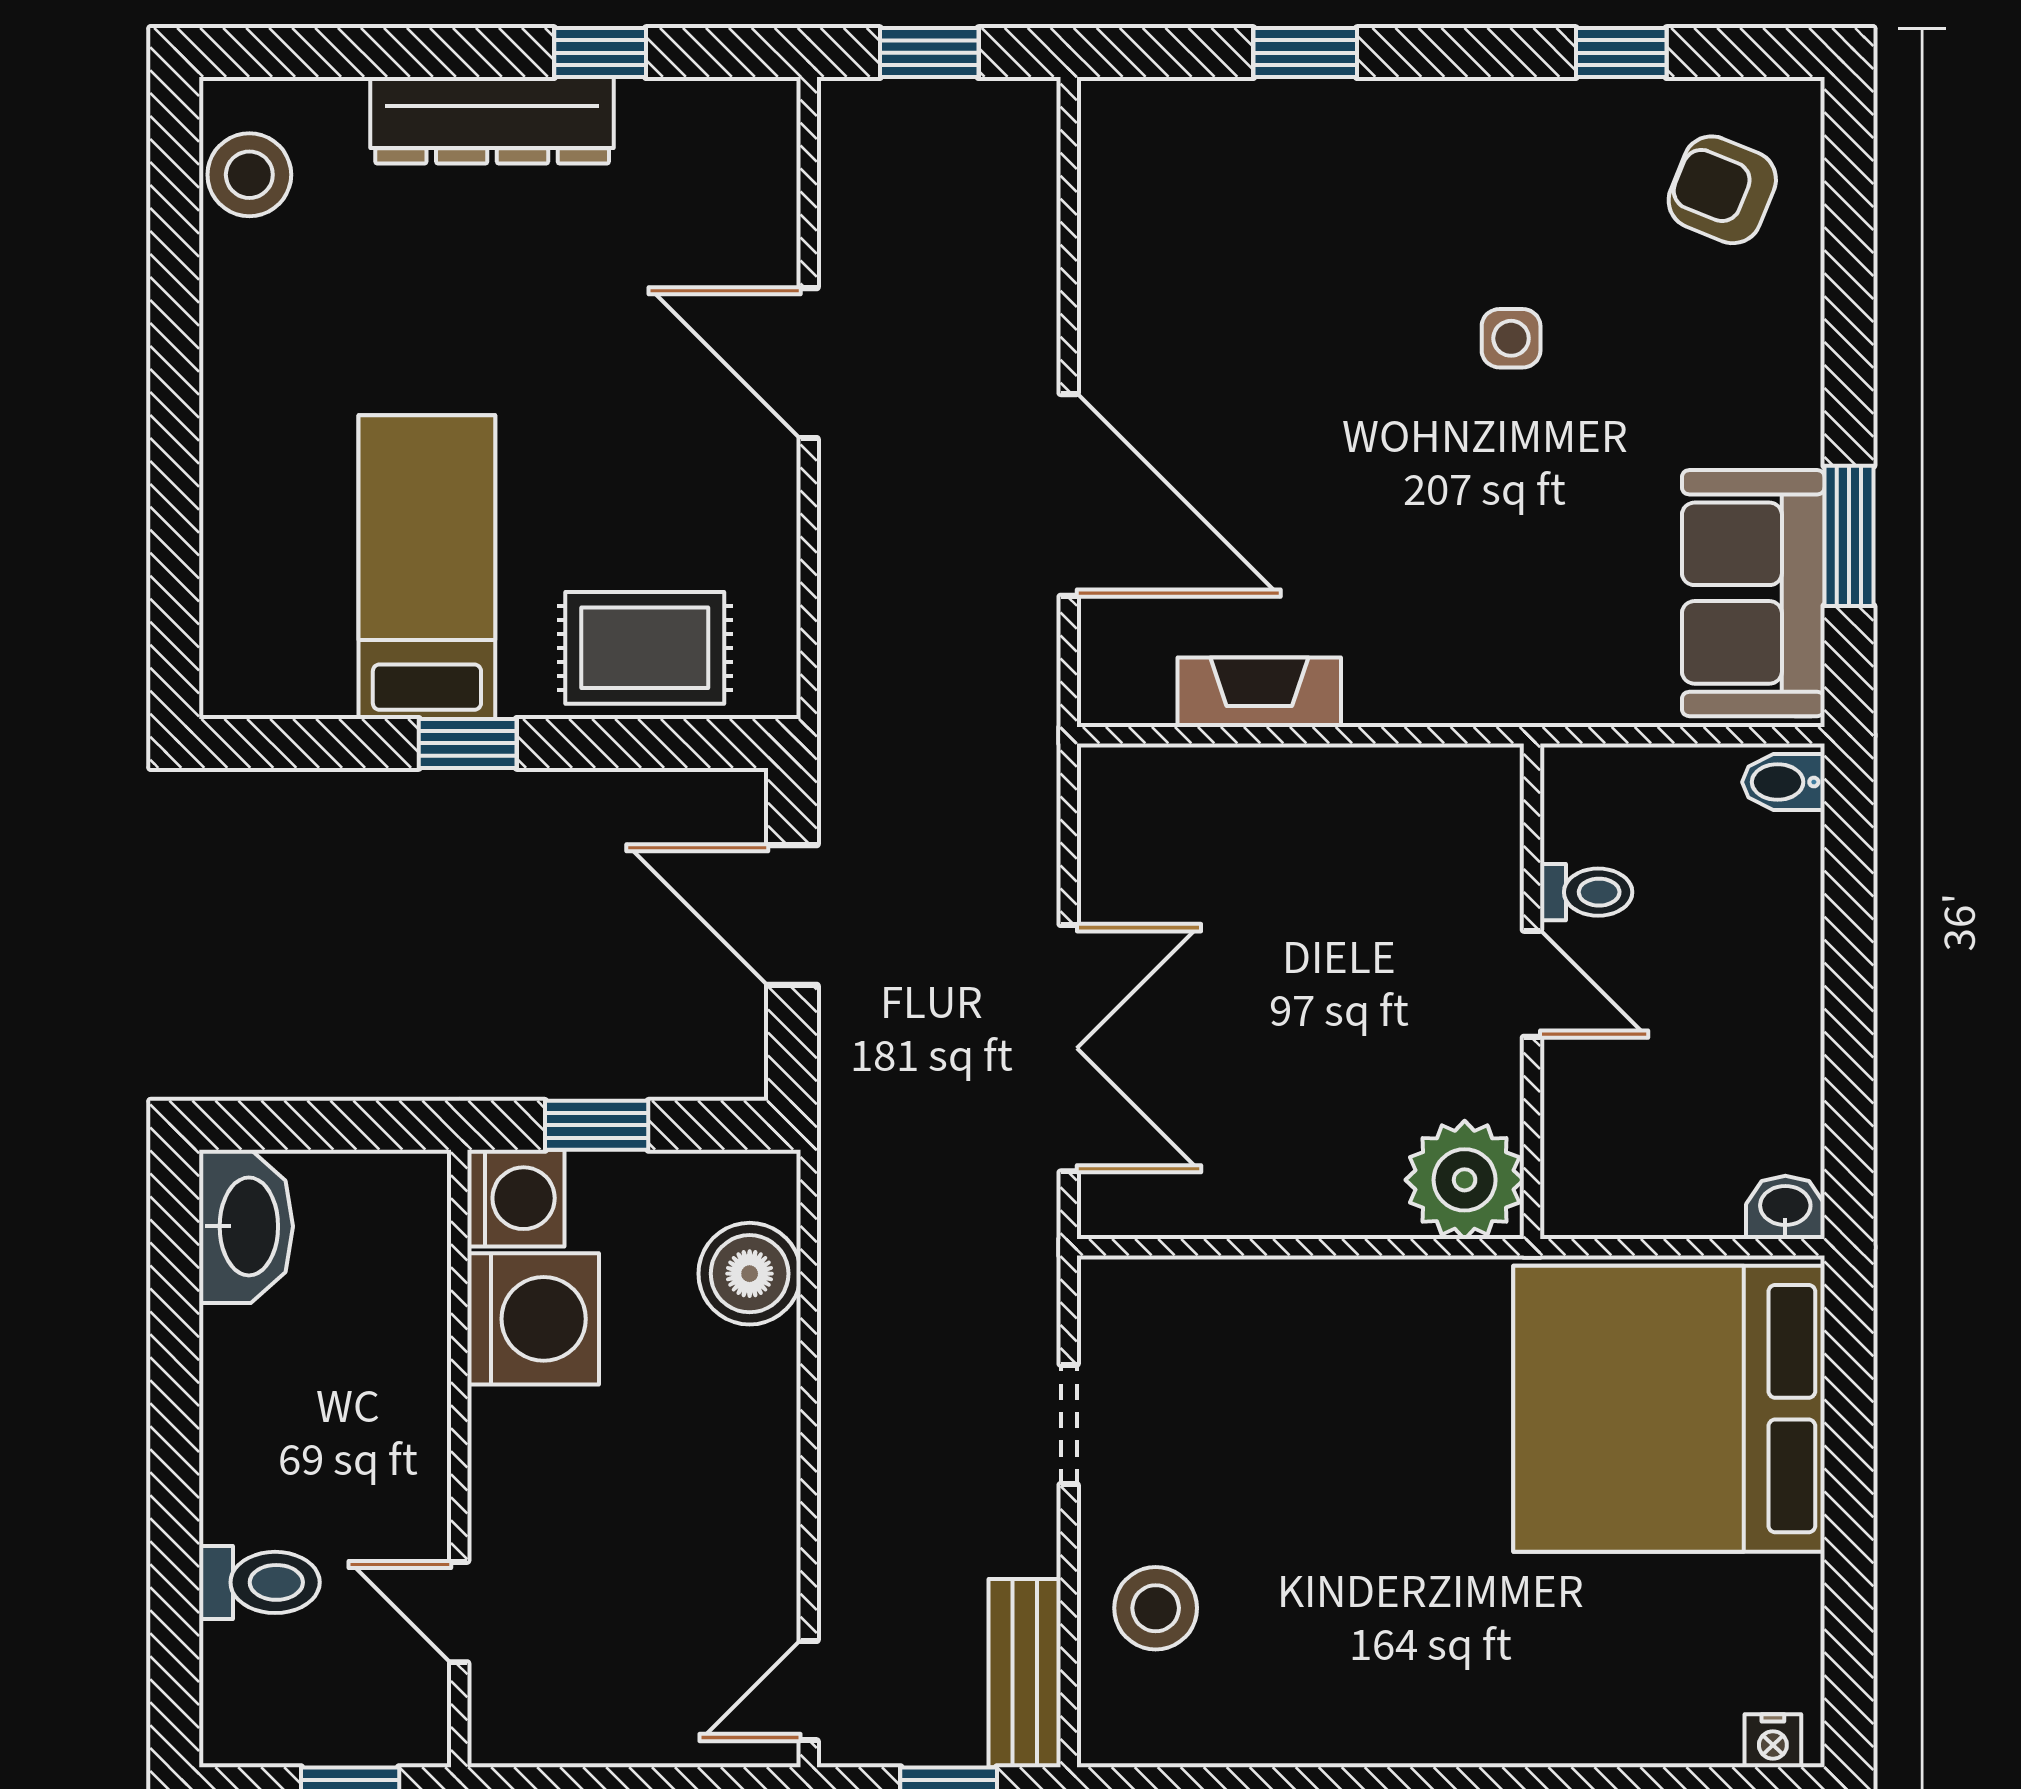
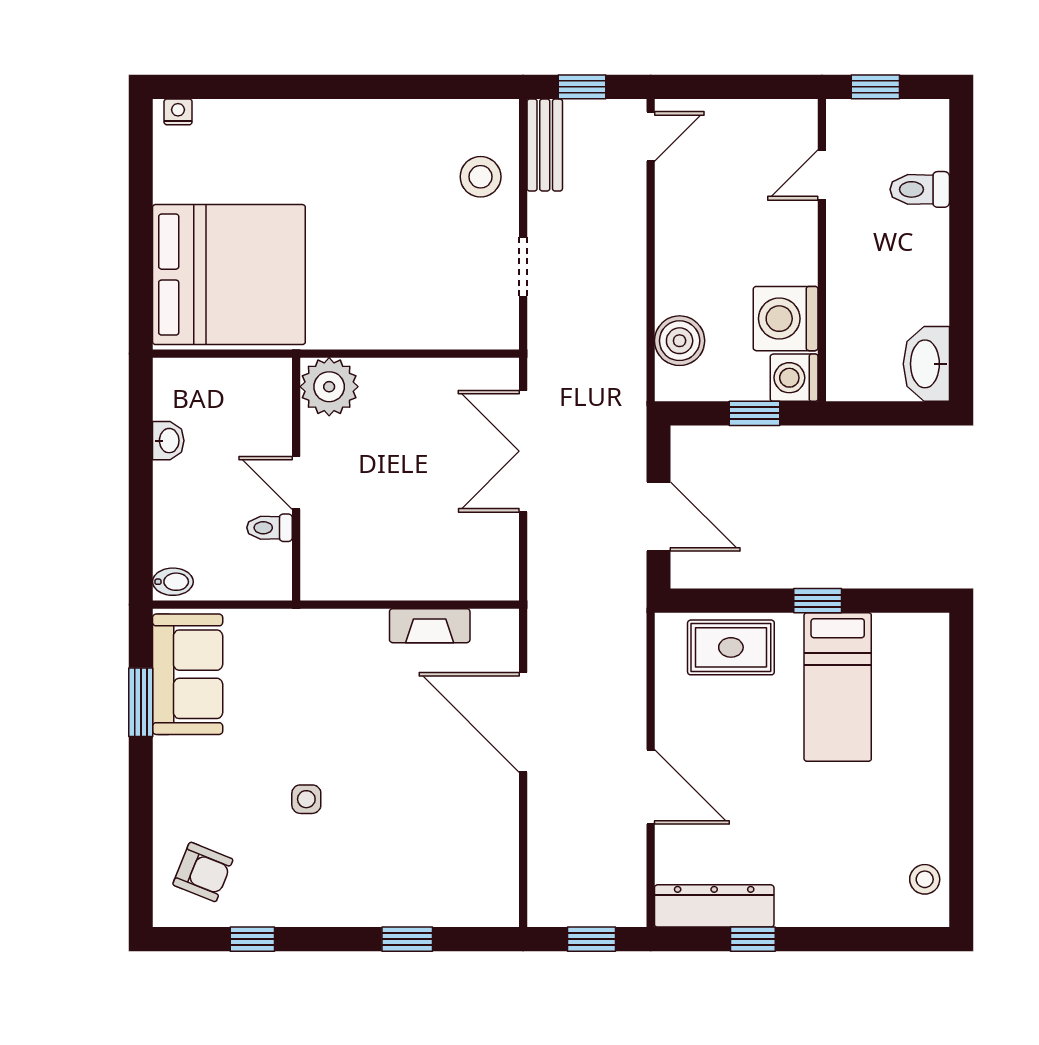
dresser: (492, 120) -> (714, 906), moved
stool: (249, 175) -> (925, 879), width x0.73, depth x0.73
washbasin: (1785, 1207) -> (168, 441), moved, turned -90
door: (459, 1612) -> (822, 175), swing flipped

